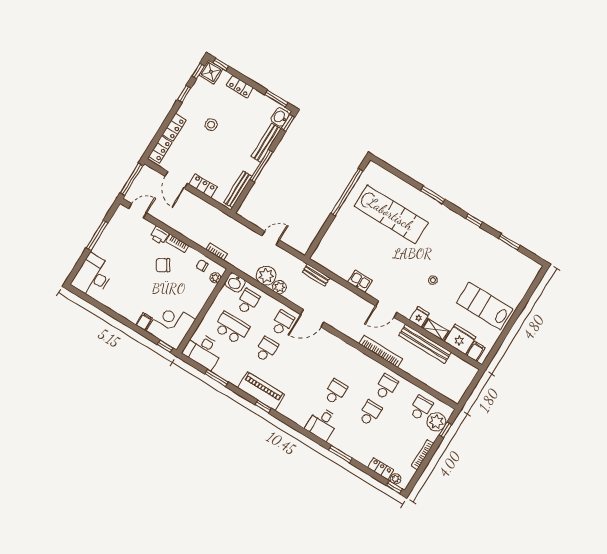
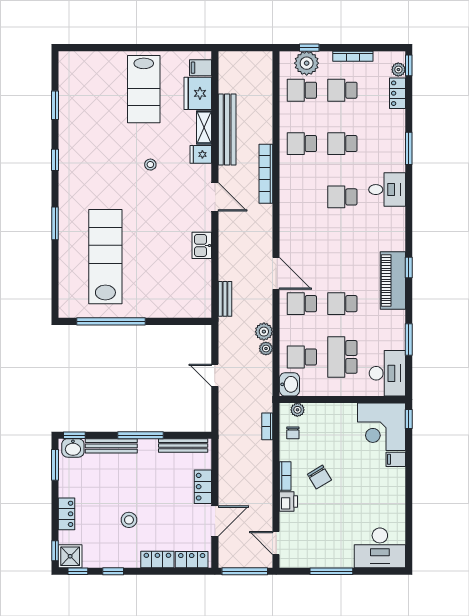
plant: (266, 276) -> (266, 349), width x0.53, depth x0.53
school desk: (405, 434) -> (342, 90), added

